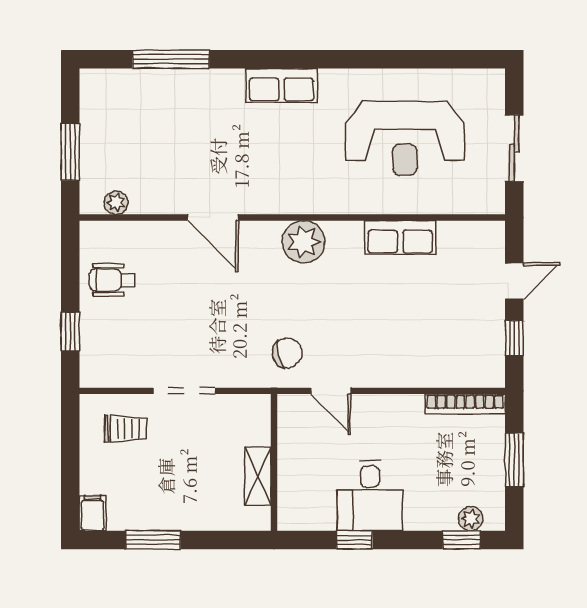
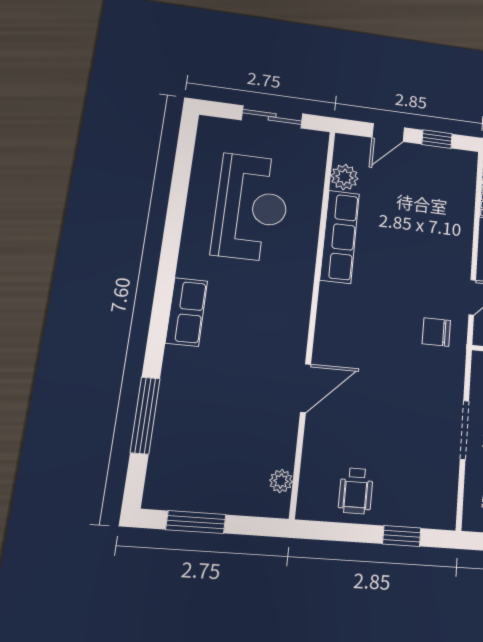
window: (70, 152) -> (196, 522), moved
row of seats: (400, 237) -> (340, 237), width x1.48
plant: (303, 242) -> (344, 177), moved, width x0.73, depth x0.73
door: (514, 281) -> (388, 133), swing flipped
chair: (287, 353) -> (436, 332), turned -76

